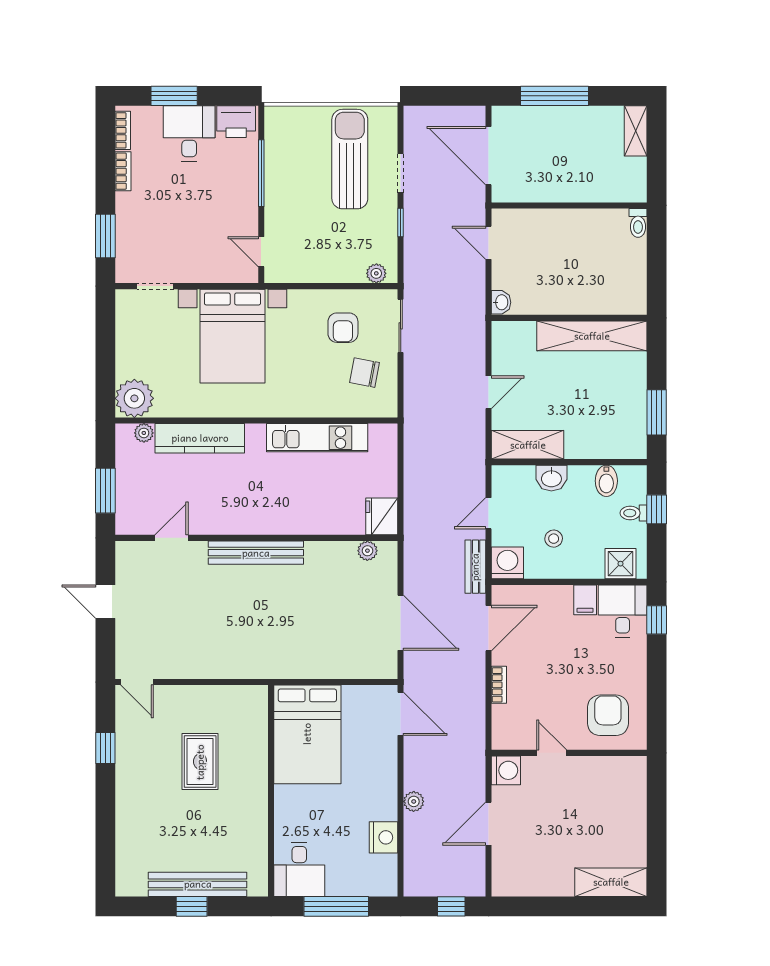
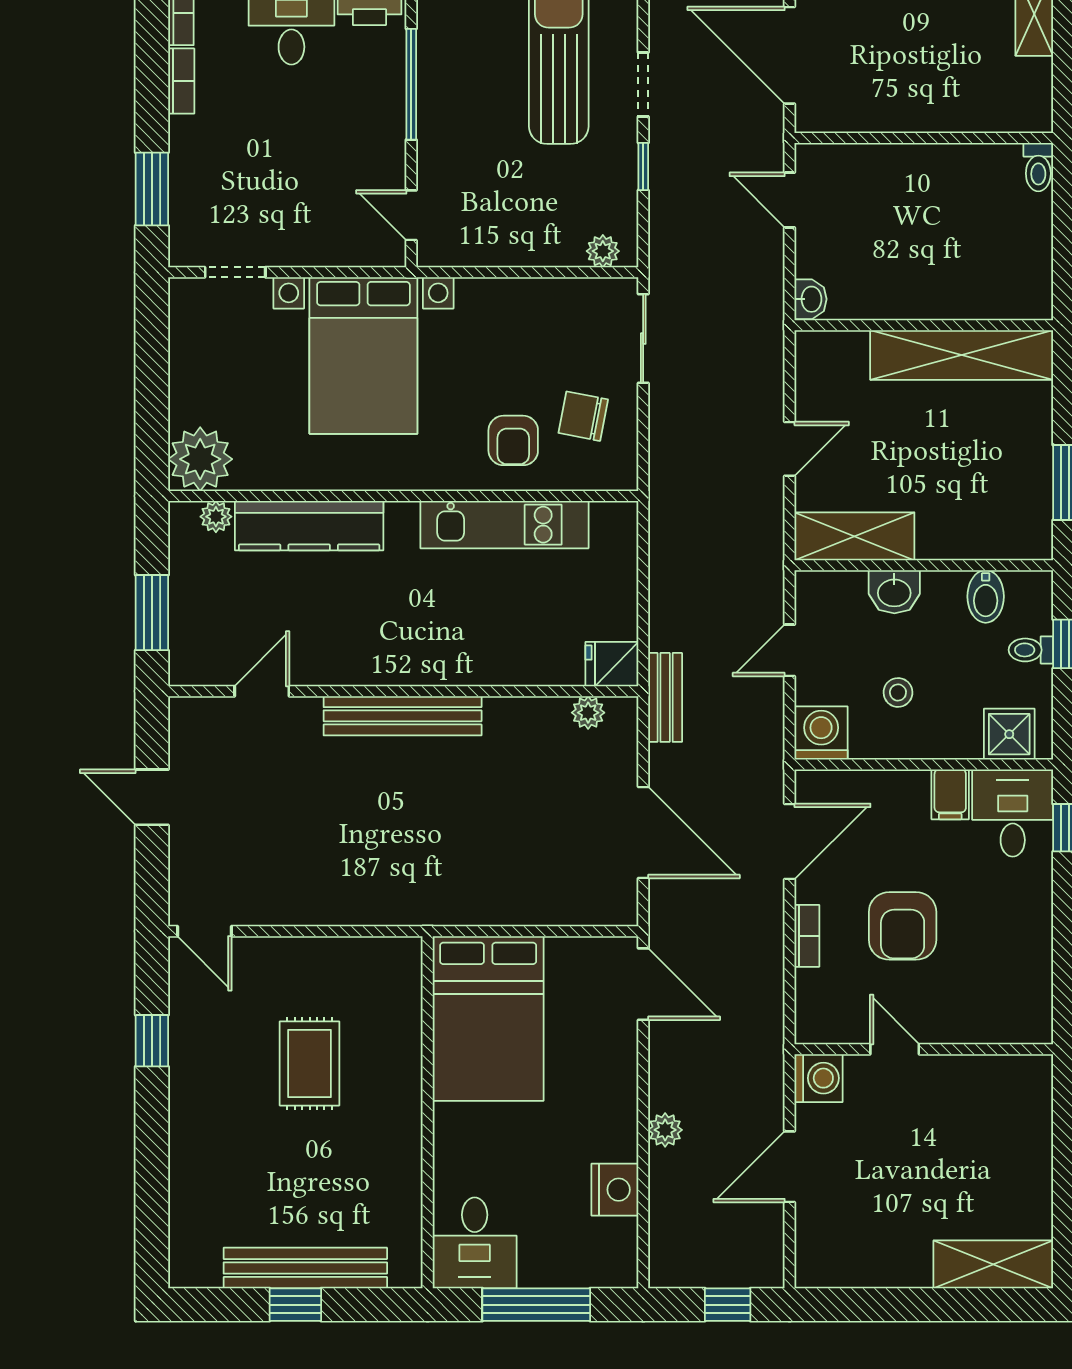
armchair: (343, 328) -> (513, 440), moved
fridge: (382, 516) -> (612, 664), width x0.72
bench: (475, 567) -> (665, 697), moved
armchair: (608, 715) -> (903, 926), moved, turned 180

